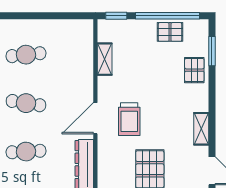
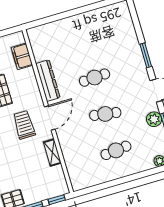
shelving: (105, 59) -> (52, 152), moved

